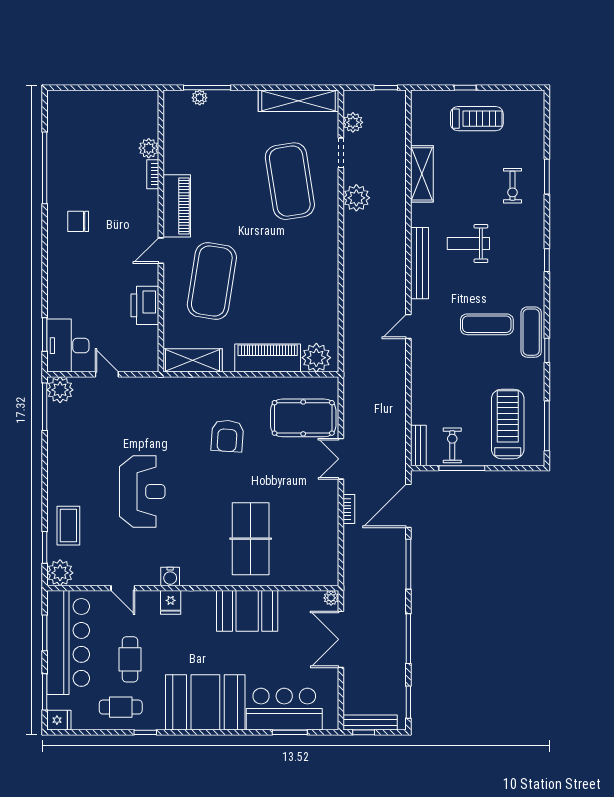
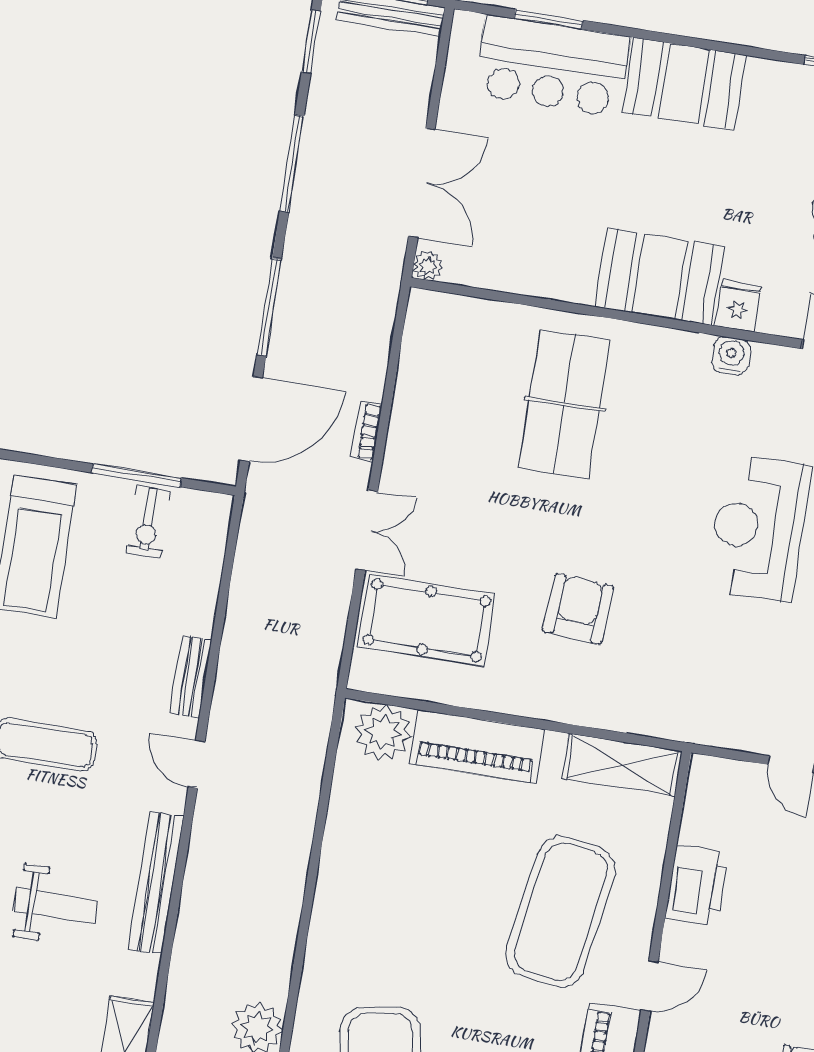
door: (408, 326) -> (197, 764), swing flipped
bench: (418, 446) -> (191, 677), moved
booth: (247, 611) -> (659, 277), moved
booth: (205, 702) -> (684, 84), width x0.73, depth x0.70

